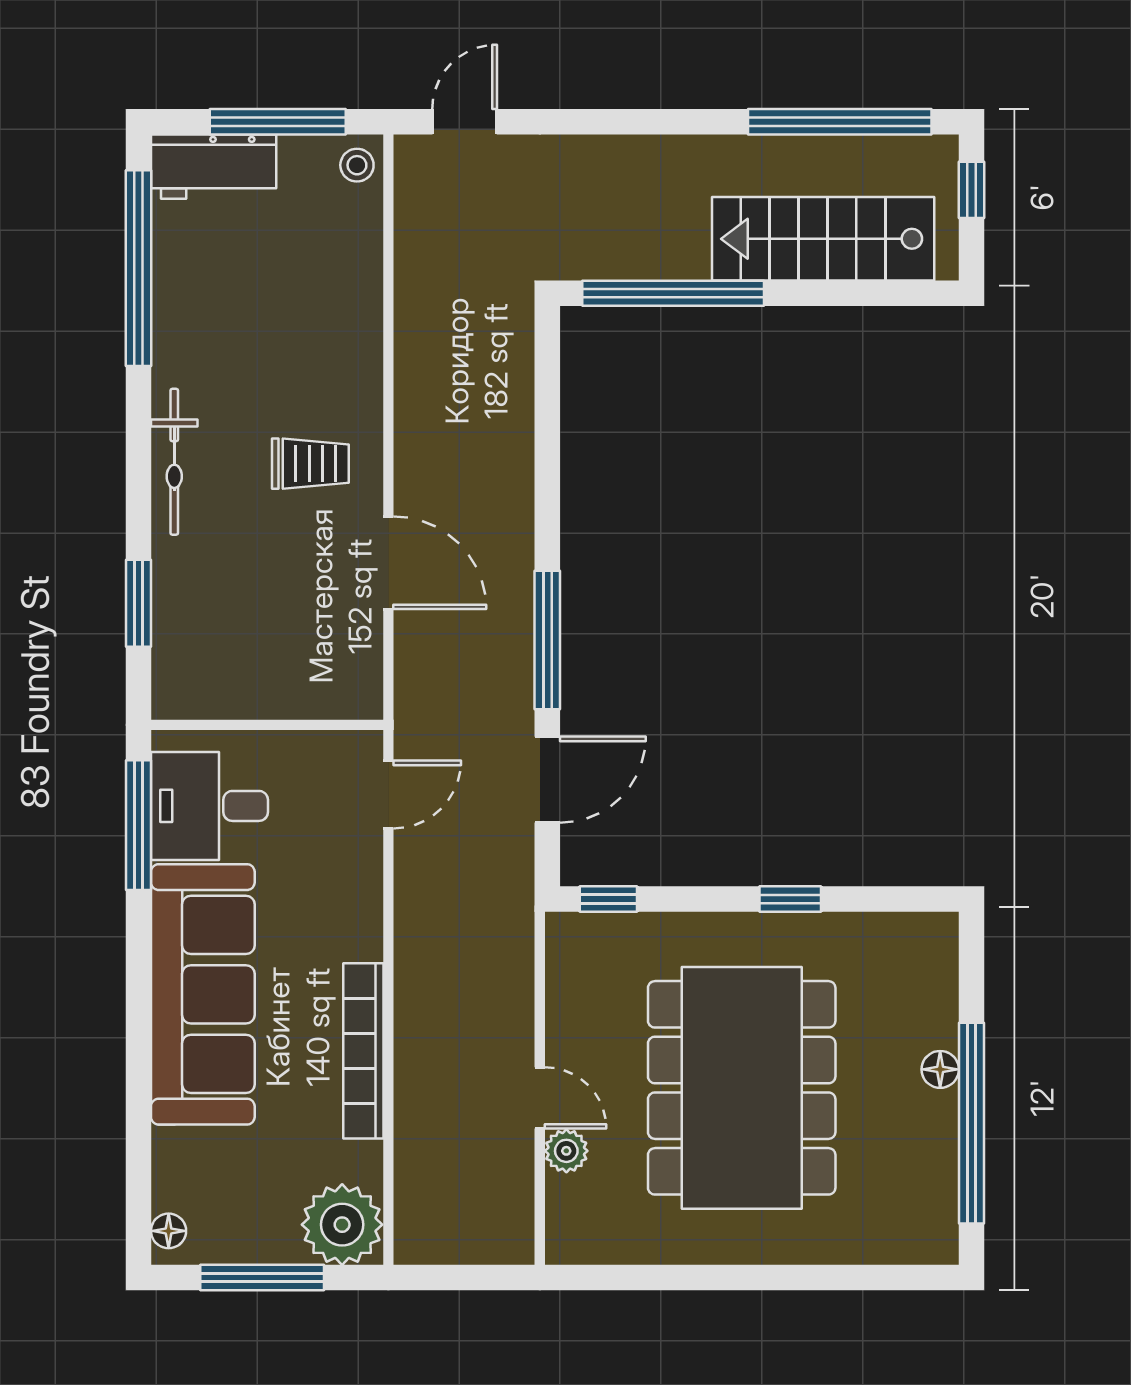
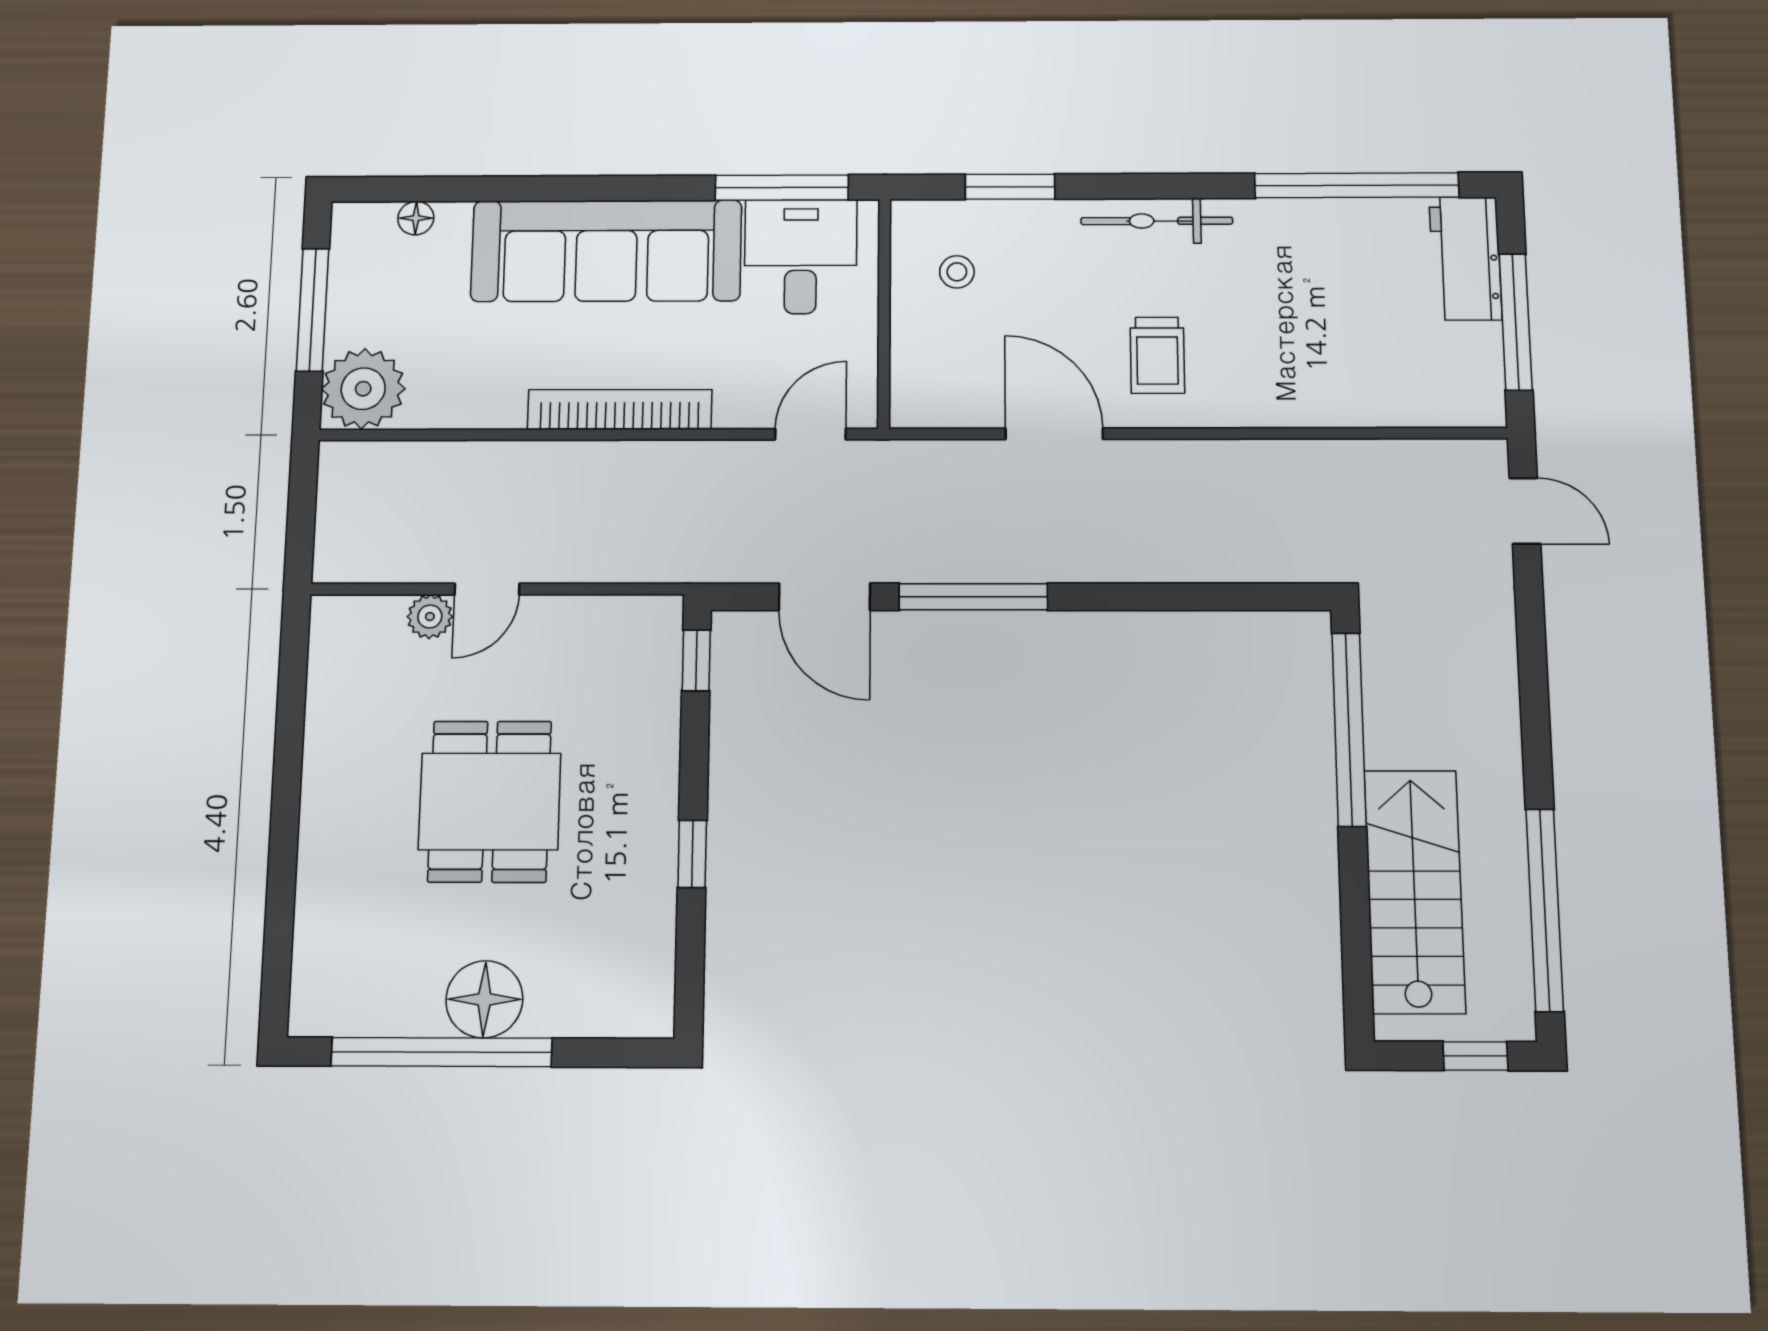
stool: (357, 165) -> (957, 272), moved
door: (388, 563) -> (1054, 434), swing flipped
door: (388, 794) -> (810, 434), swing flipped
bookcase: (363, 1051) -> (620, 409), moved
floor lamp: (940, 1069) -> (484, 999), width x1.89, depth x1.89
dining table: (742, 1088) -> (490, 801), width x0.53, depth x0.80
floor lamp: (169, 1231) -> (416, 218), moved

